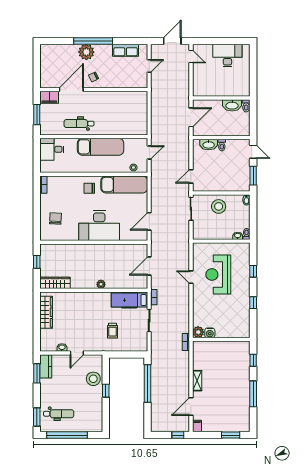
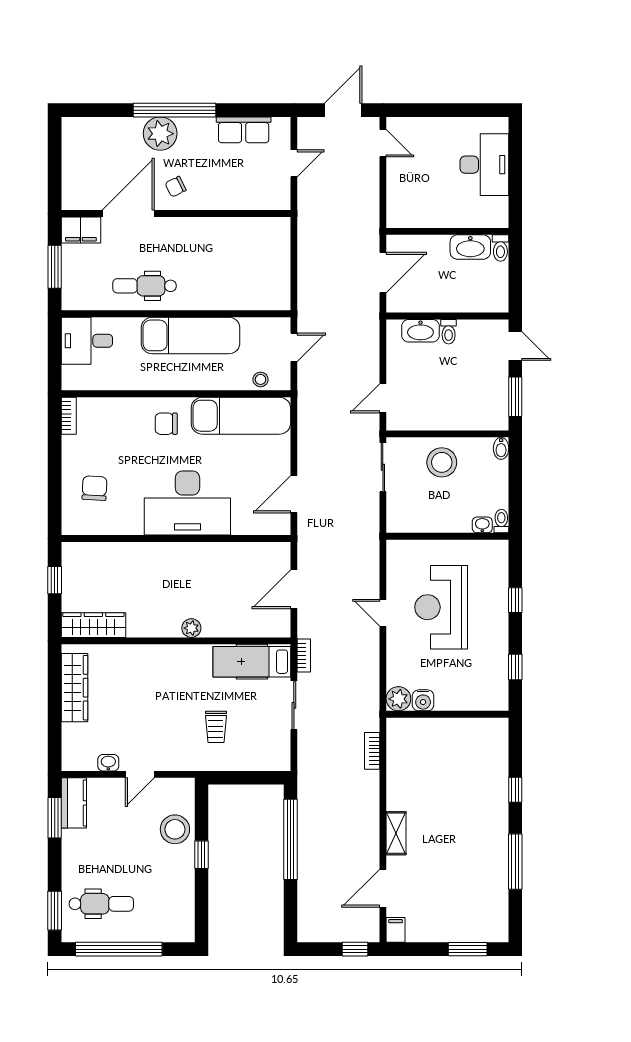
desk: (227, 56) -> (484, 165), moved, turned 90
plant: (198, 332) -> (398, 699), moved
water cooler: (210, 333) -> (423, 700), moved
wall: (221, 339) -> (447, 714), moved

